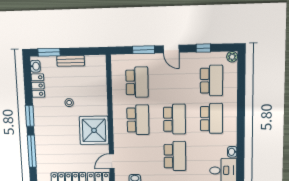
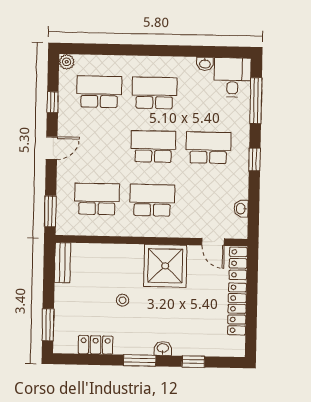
window: (144, 50) -> (50, 211), moved
bench: (71, 61) -> (62, 262), moved
washbasin: (35, 66) -> (163, 348), moved
window: (32, 151) -> (193, 362), width x0.46

